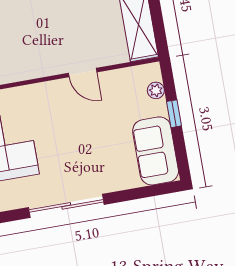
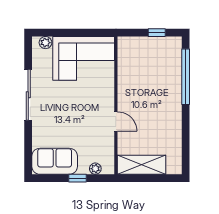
door: (83, 73) -> (116, 121), swing flipped

